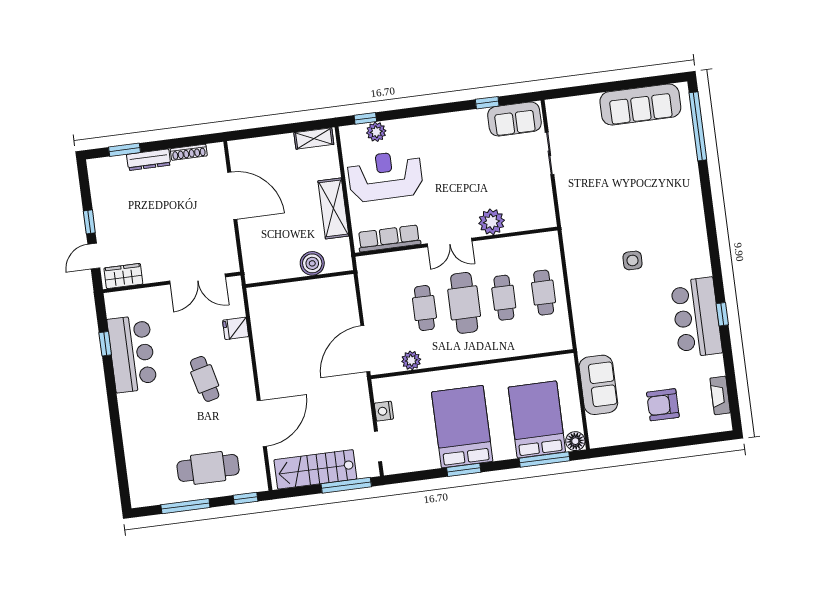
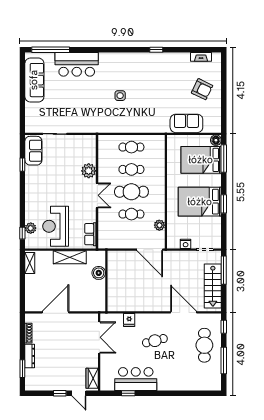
row of seats: (389, 238) -> (90, 234), width x0.68
bar counter: (696, 317) -> (77, 64), moved
armchair: (663, 405) -> (202, 89), turned -64

